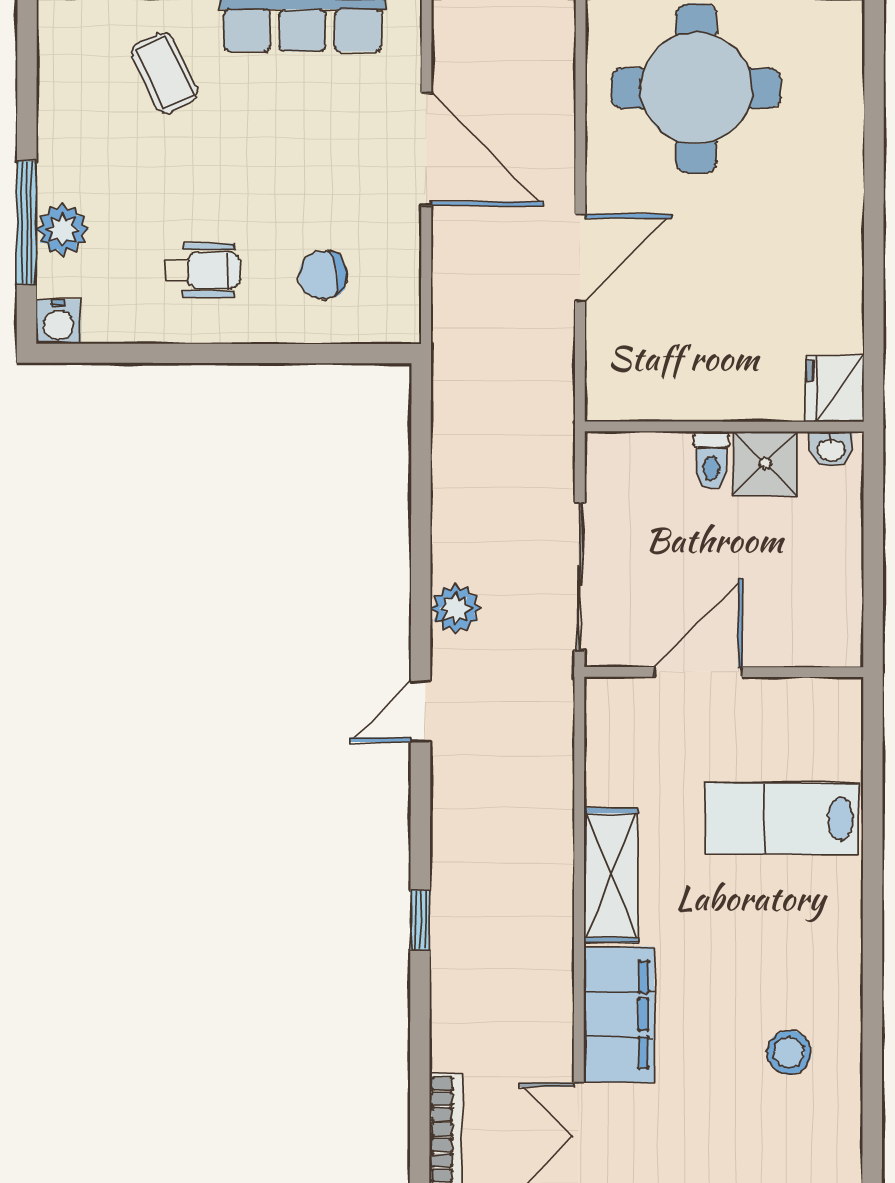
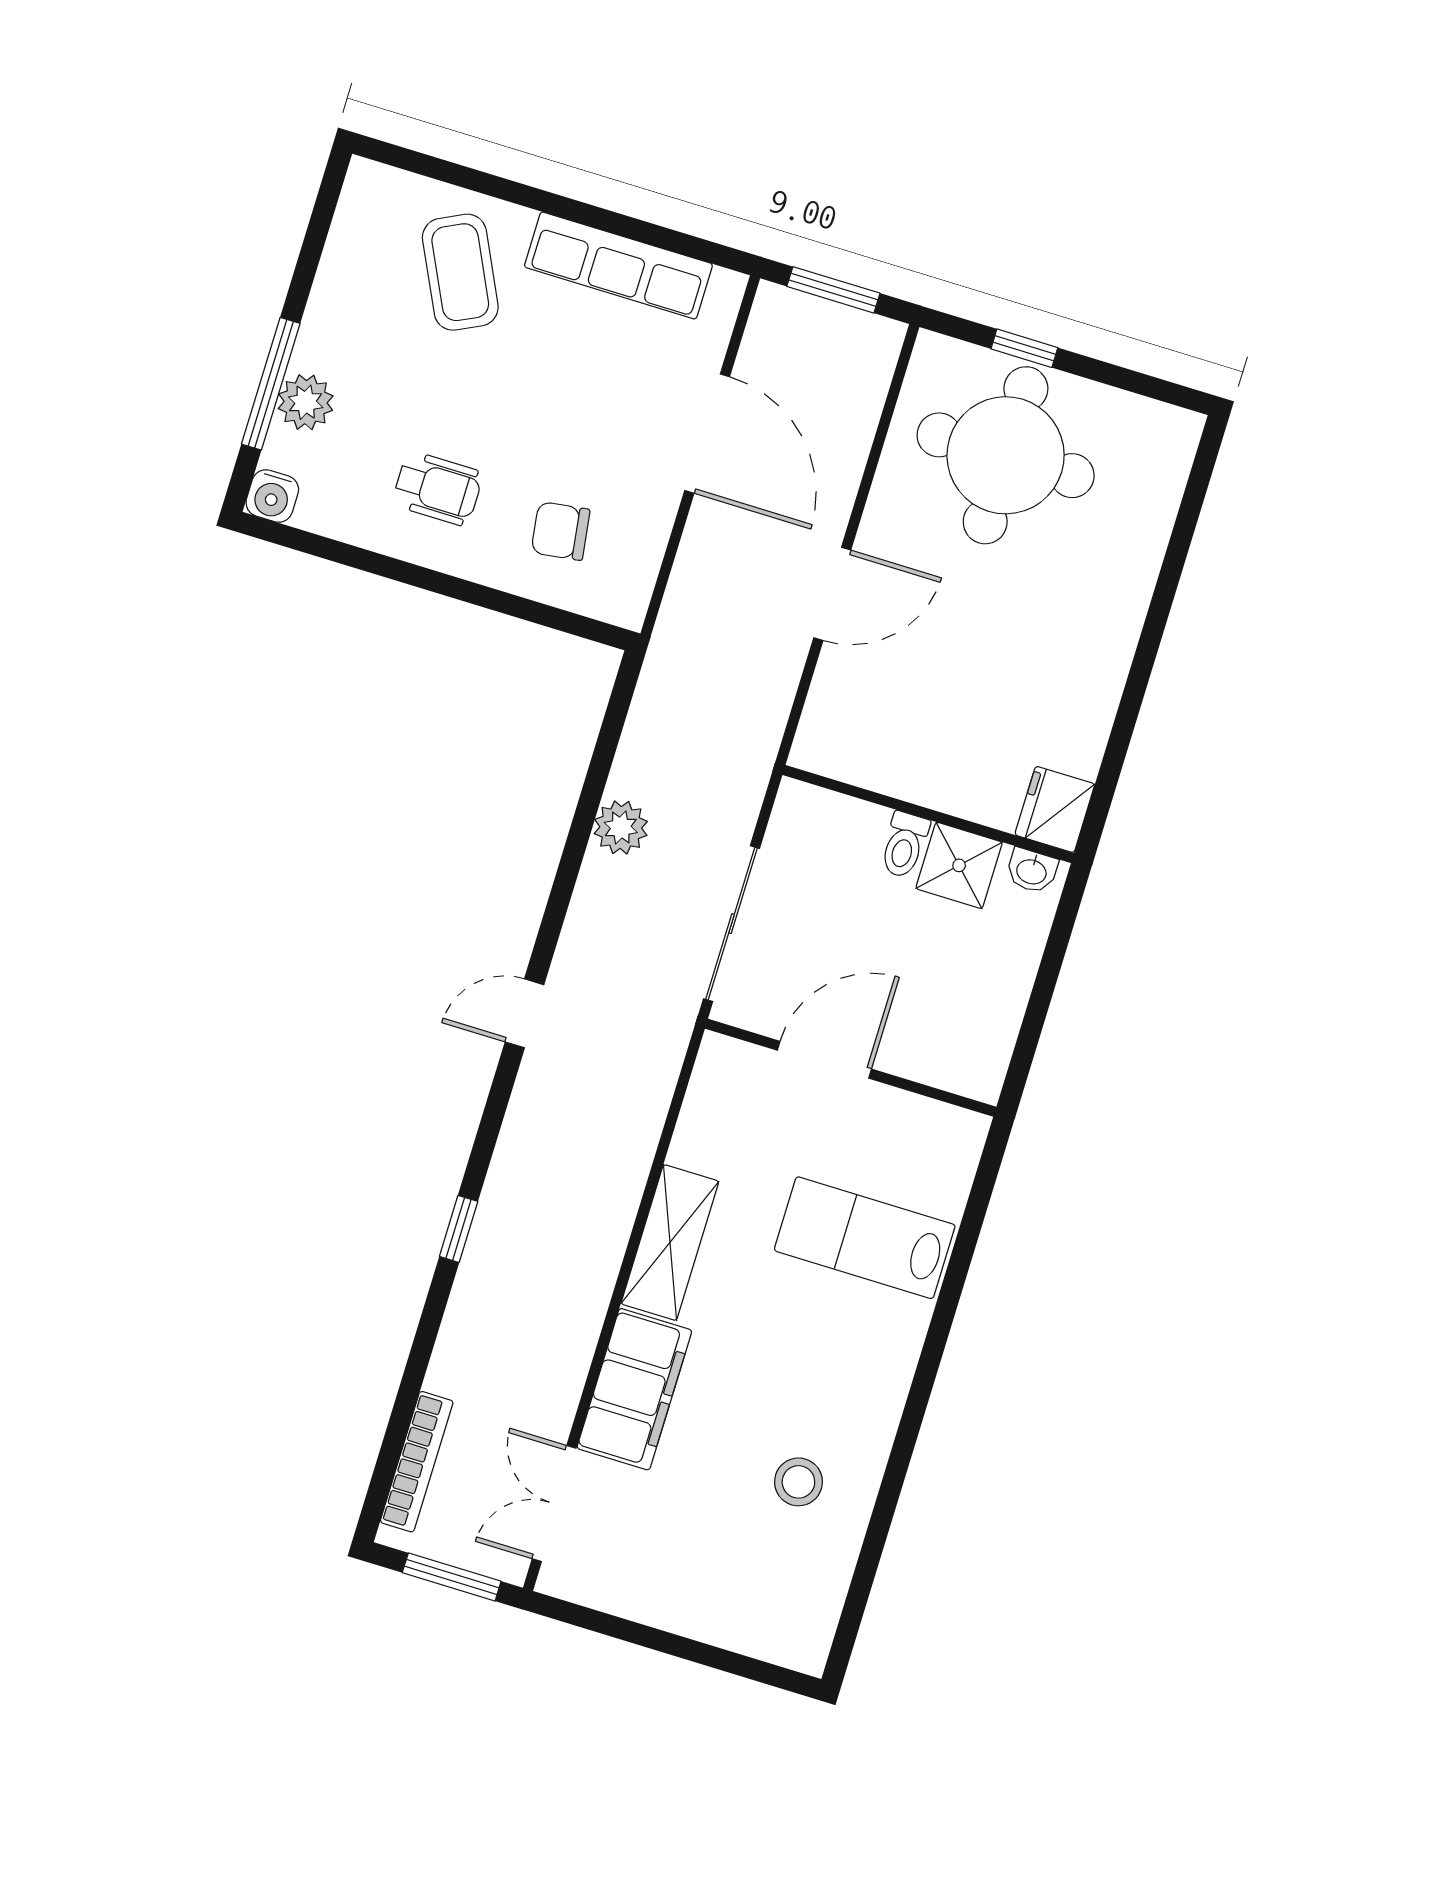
coffee table: (164, 73) -> (460, 272), width x1.36, depth x1.30
plant: (456, 608) -> (621, 827), moved

